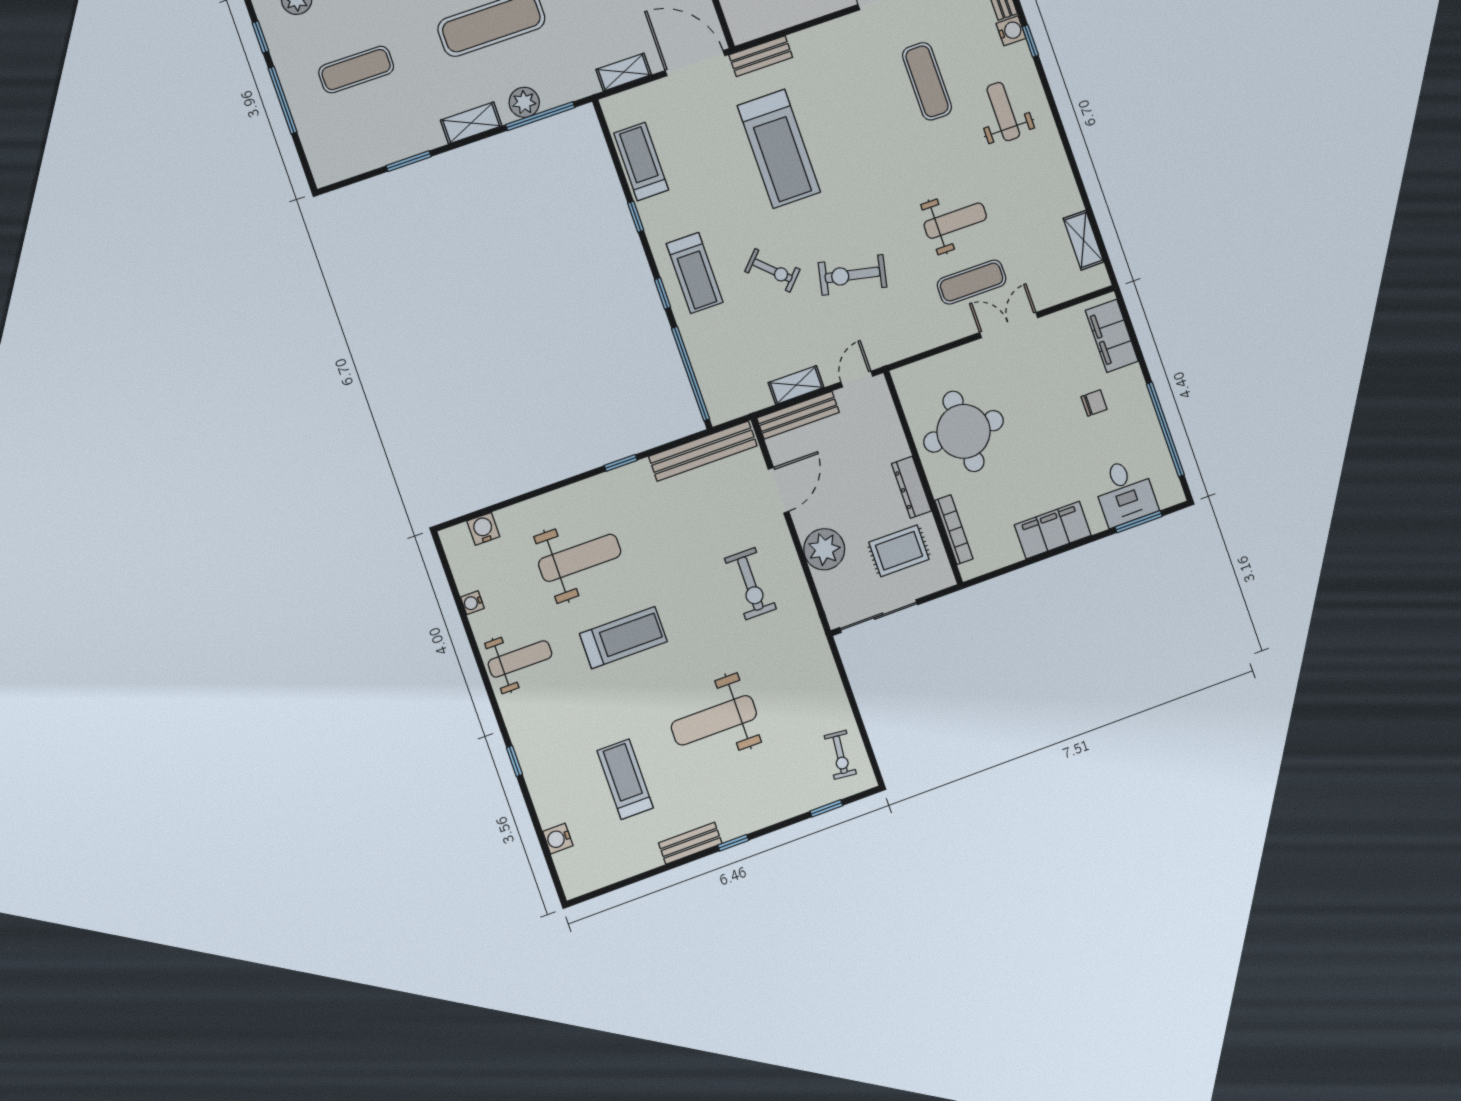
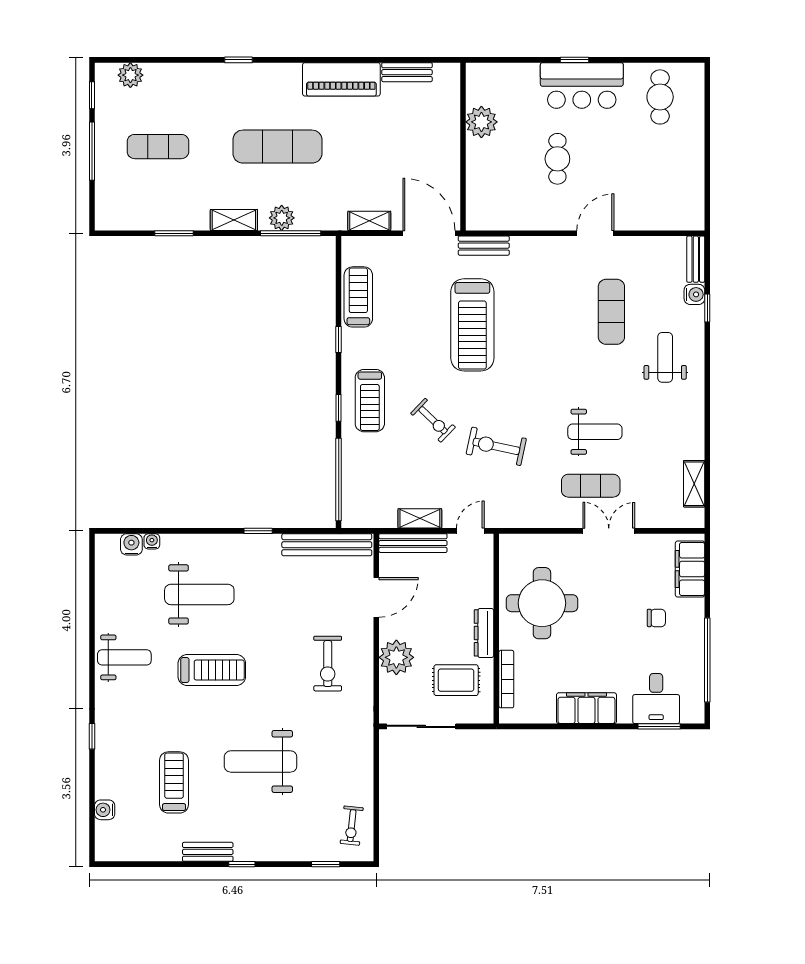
water cooler: (472, 603) -> (152, 541), moved, turned 90

